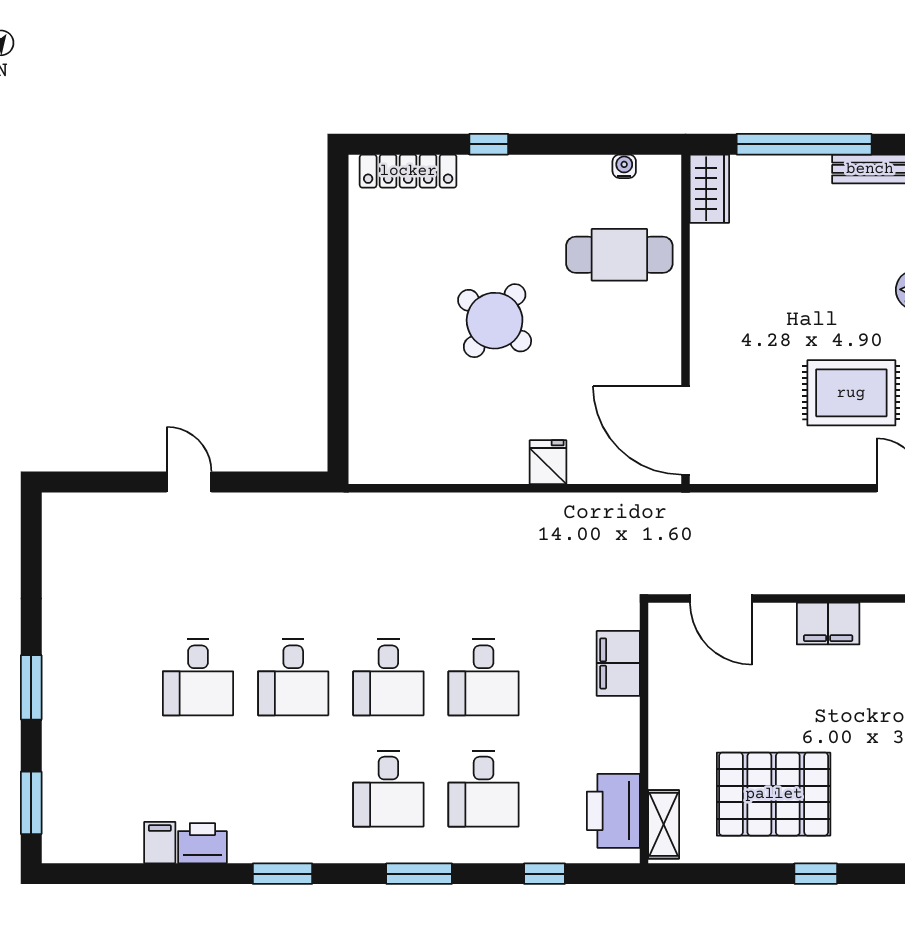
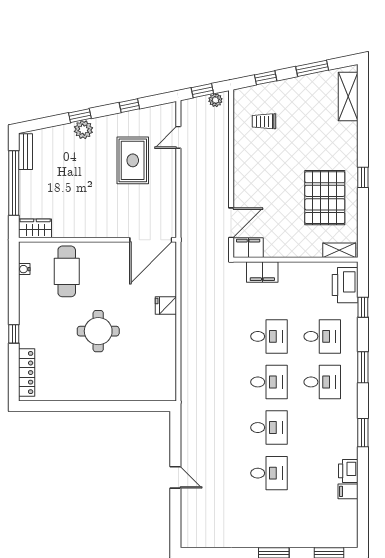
round table: (495, 321) -> (98, 331), turned -38
door: (189, 482) -> (175, 477), swing flipped
filing cabinet: (828, 624) -> (248, 248), moved, turned -90
printer: (613, 811) -> (345, 285), moved, turned 90

